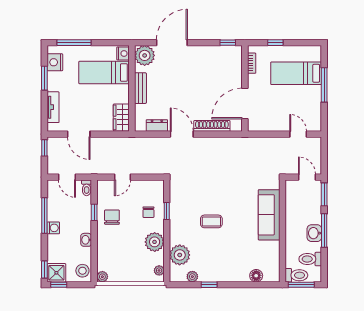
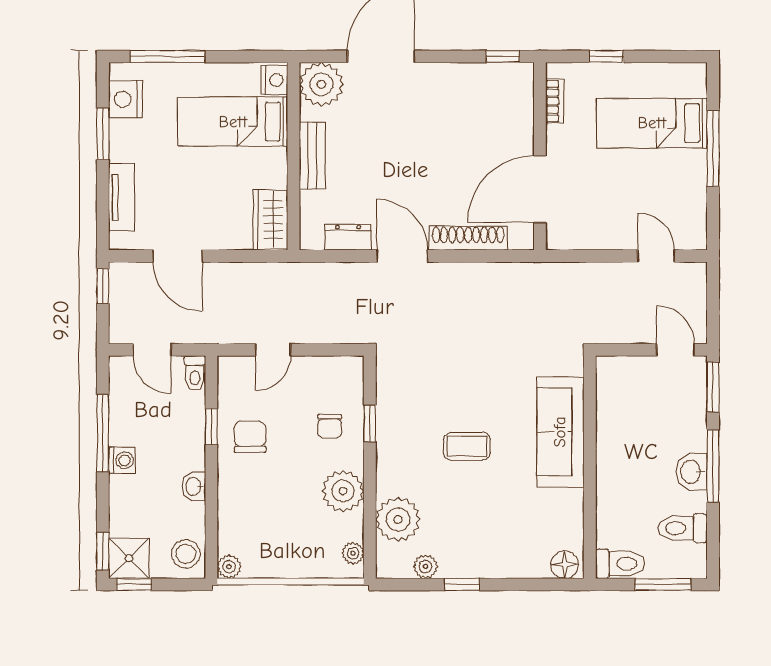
sofa: (269, 215) -> (560, 432), moved
wall: (282, 231) -> (590, 467), moved
toilet: (296, 275) -> (620, 564), moved

